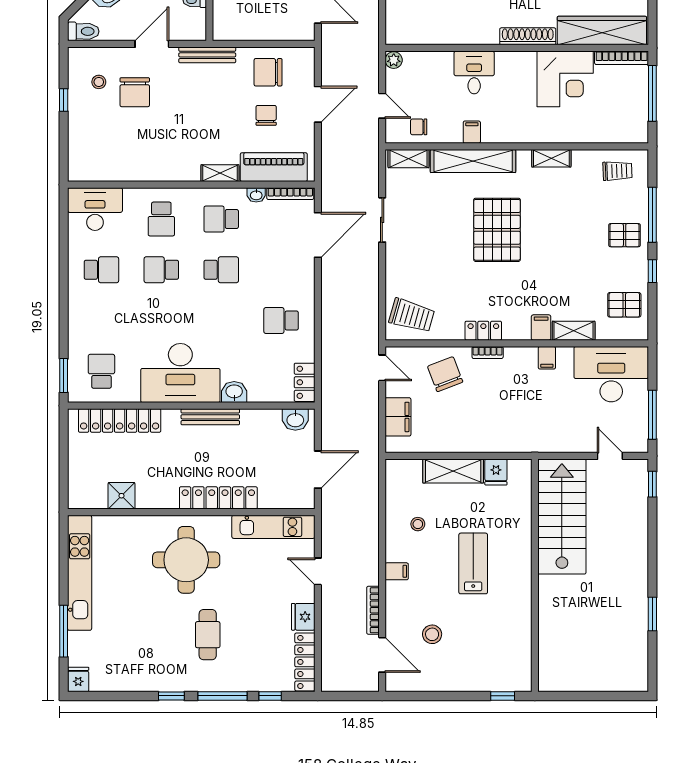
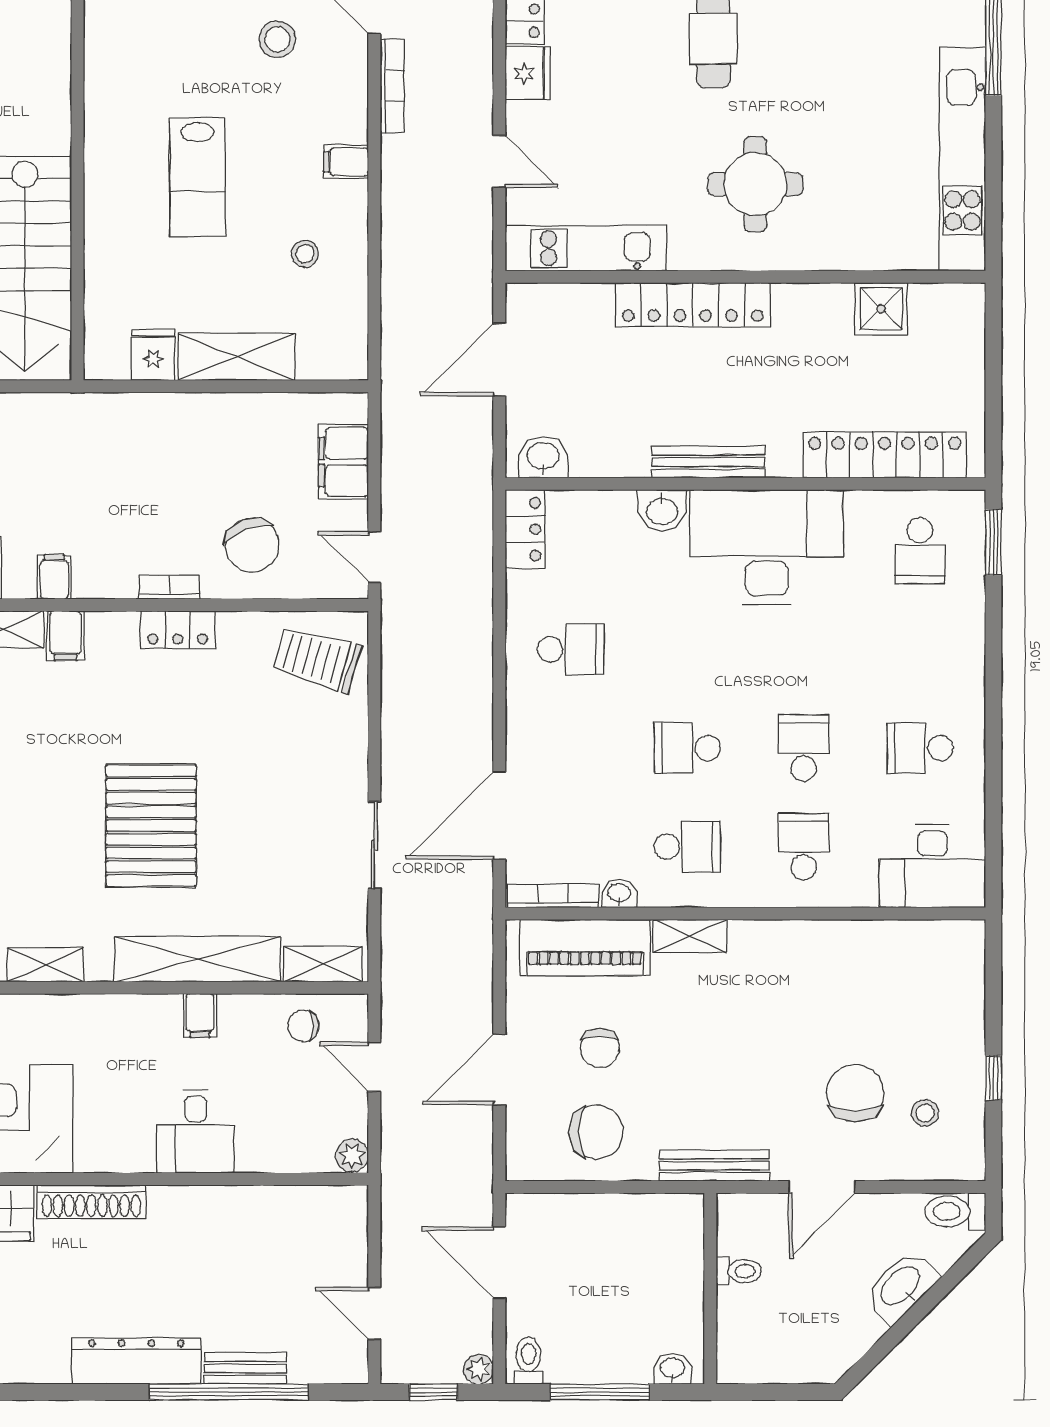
chair: (419, 127) -> (303, 1026), turned 180
school desk: (161, 270) -> (804, 748), turned -90
round table: (186, 560) -> (755, 184), width x0.73, depth x0.73

